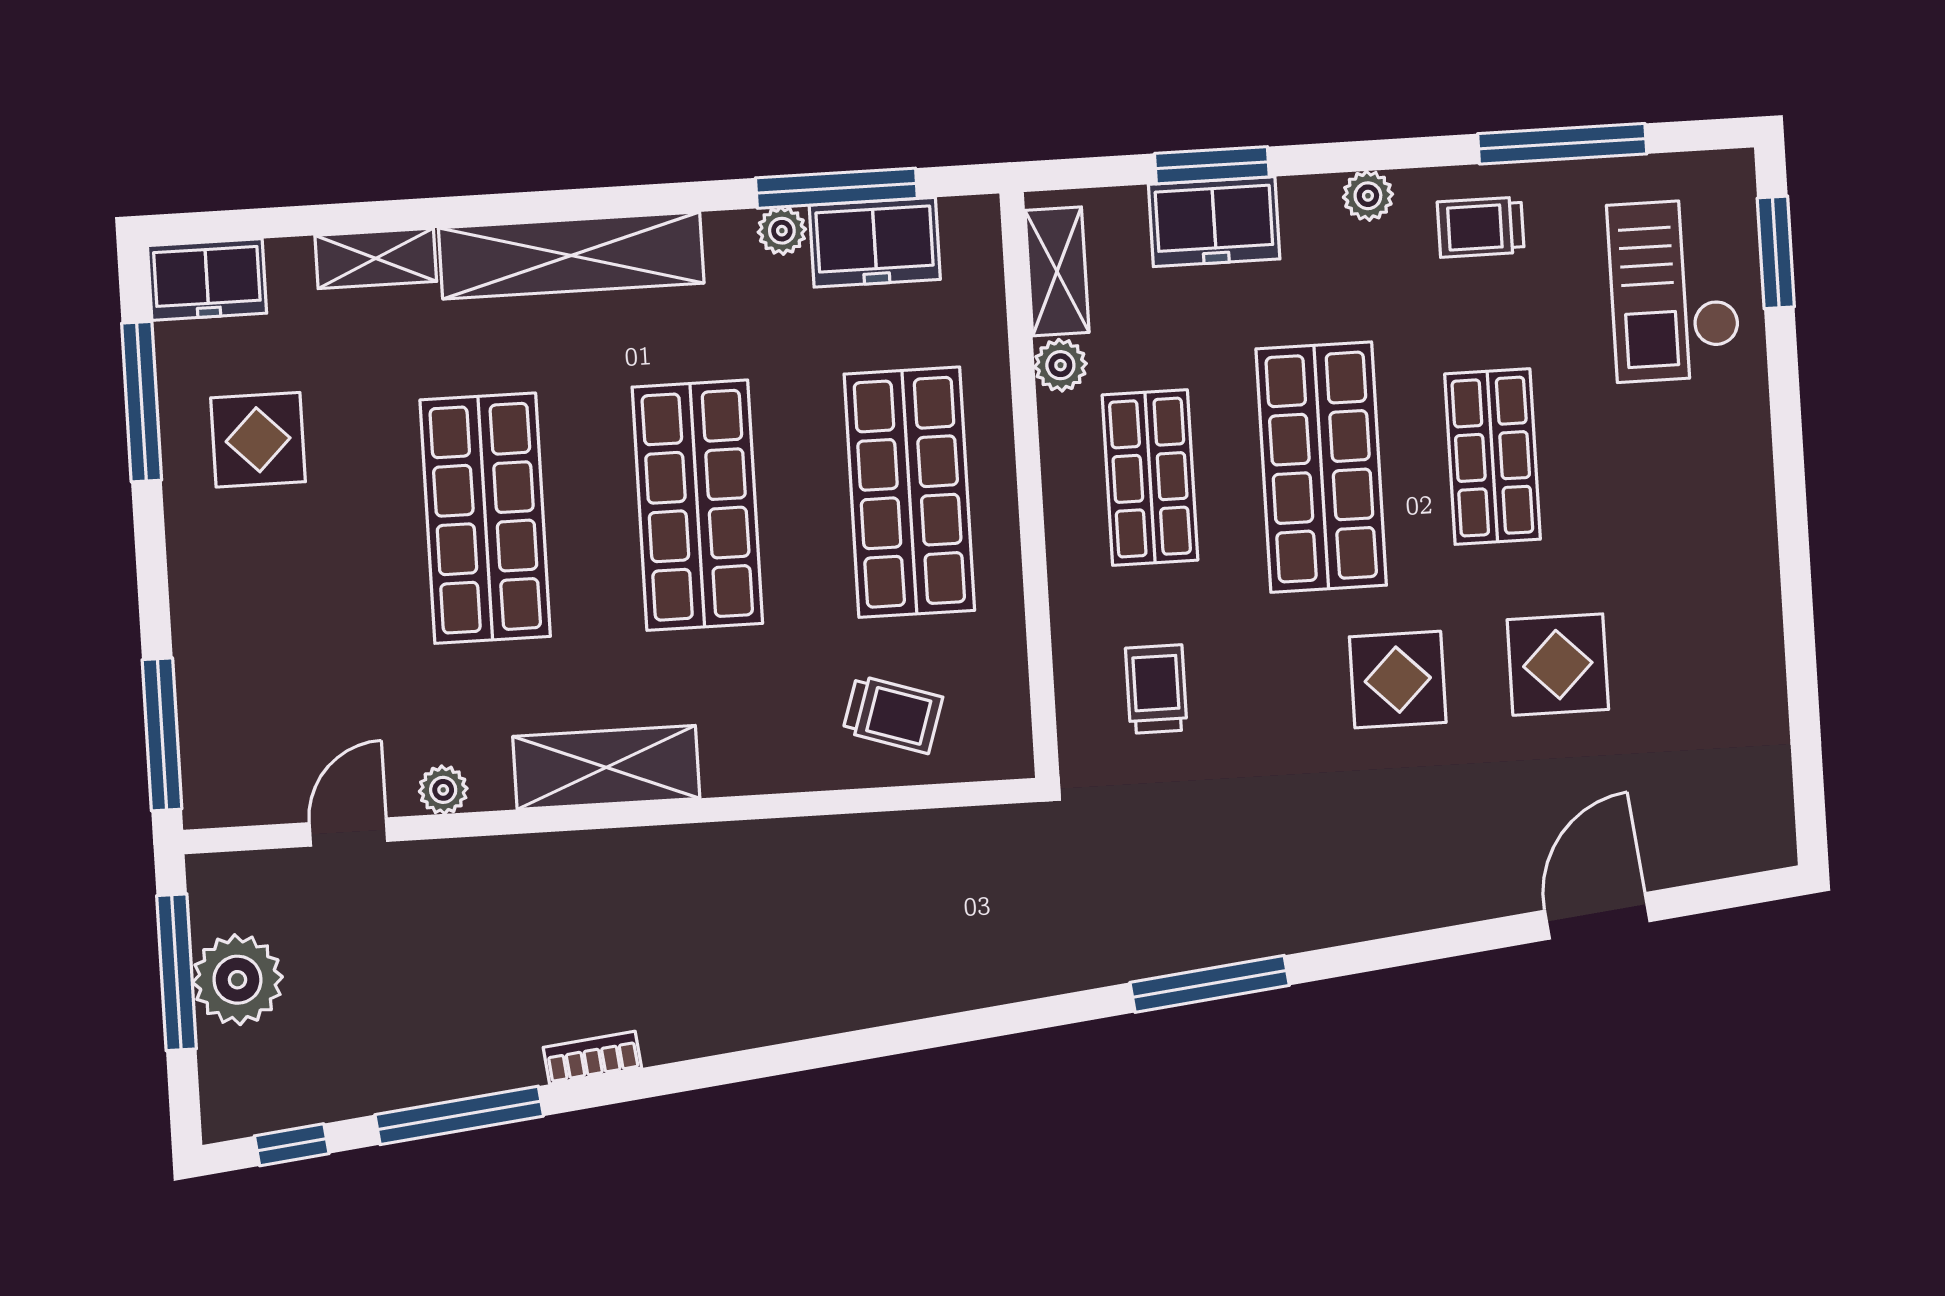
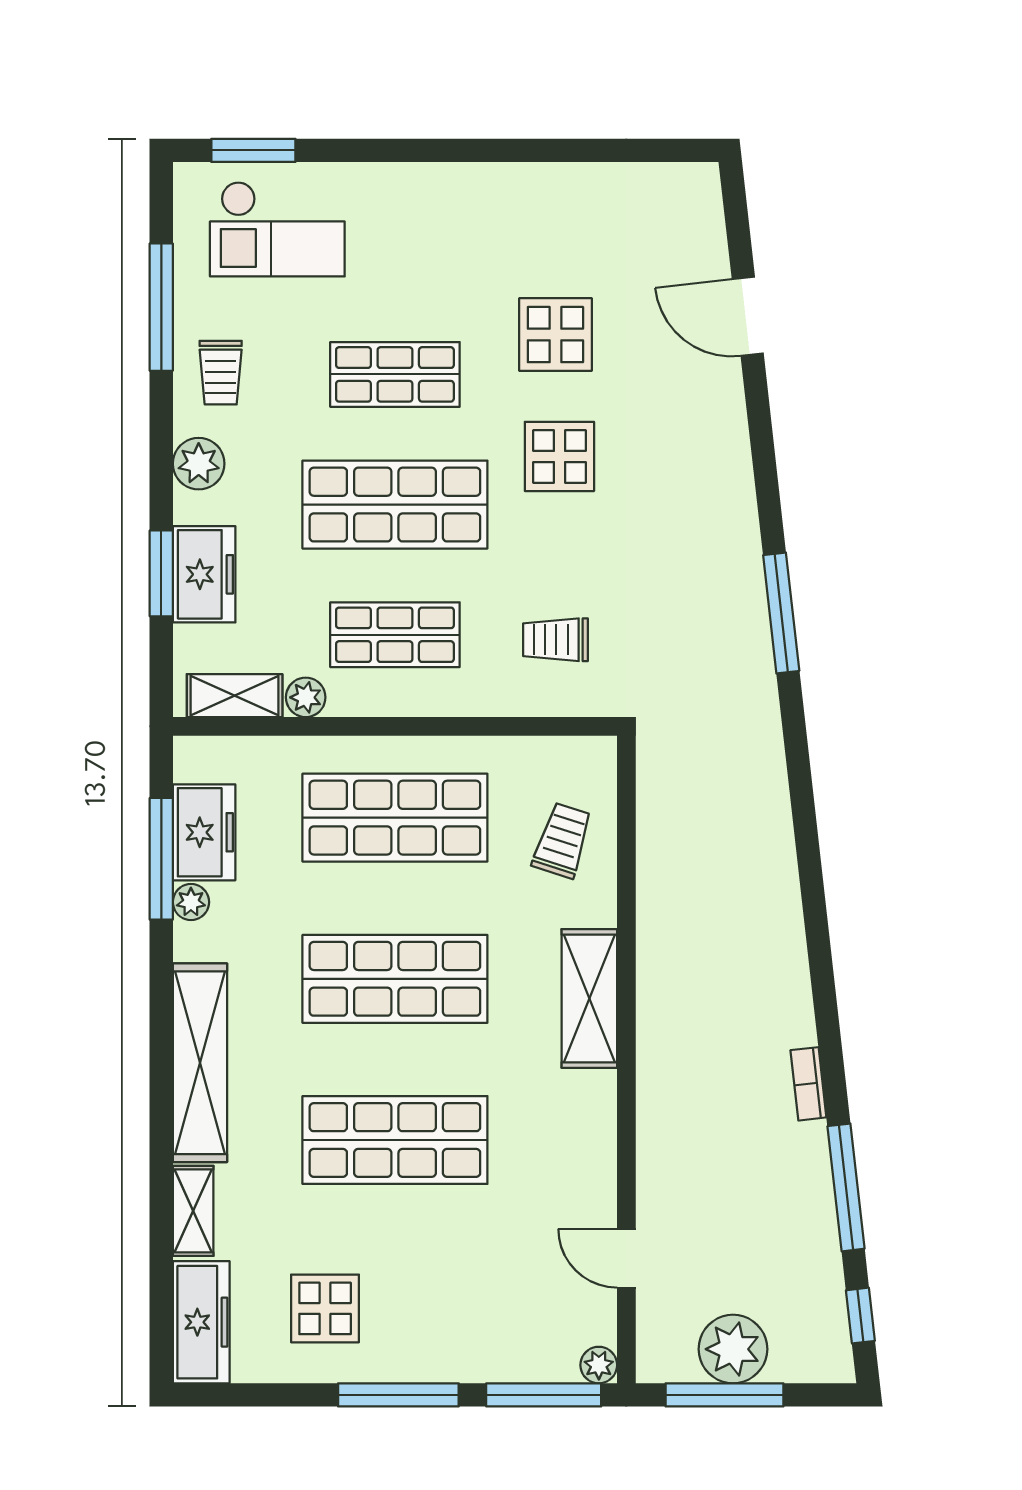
plant: (1368, 196) -> (199, 464), width x1.38, depth x1.38
freezer: (207, 279) -> (201, 1322), width x1.40
window: (142, 402) -> (398, 1395), moved
shelving: (606, 767) -> (589, 998), moved
plant: (443, 790) -> (599, 1365), moved

